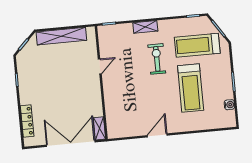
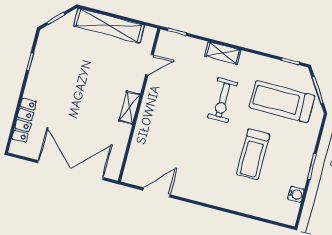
exercise bike: (157, 59) -> (223, 100), turned 180
door: (100, 66) -> (150, 65), moved
treadmill: (191, 88) -> (253, 154), width x0.73, depth x0.73
shelving: (99, 128) -> (130, 108), moved
door: (157, 135) -> (157, 192), moved

